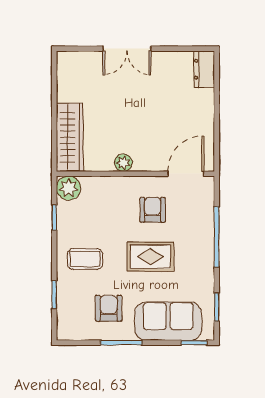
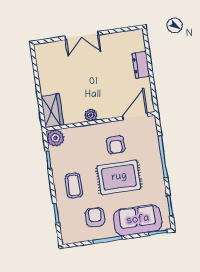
dresser: (204, 69) -> (141, 65), moved
wardrobe: (70, 137) -> (52, 111), width x0.67
armchair: (153, 210) -> (116, 145), turned 180
rug: (150, 257) -> (119, 177), width x1.36, depth x1.43
coffee table: (85, 259) -> (74, 185), turned 90

